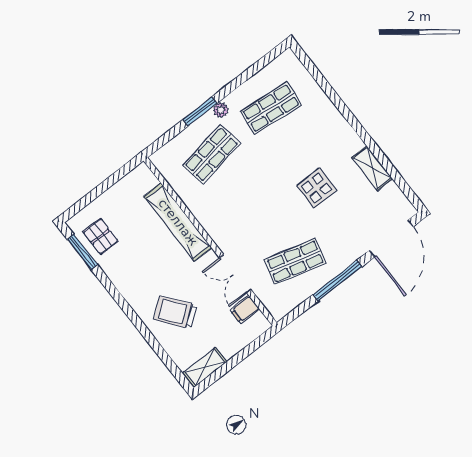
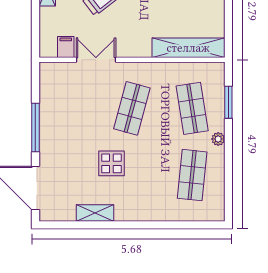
window: (200, 111) -> (228, 102), moved
shelving: (178, 222) -> (188, 48), moved
shop shelf: (295, 262) -> (132, 108), moved

